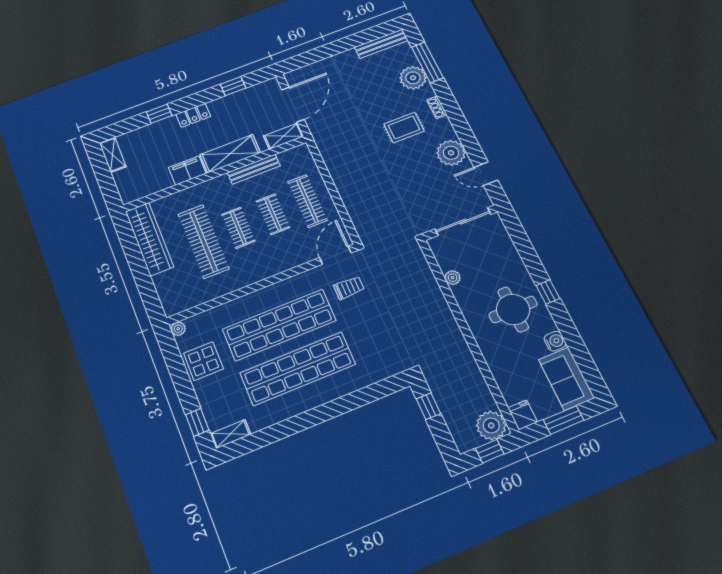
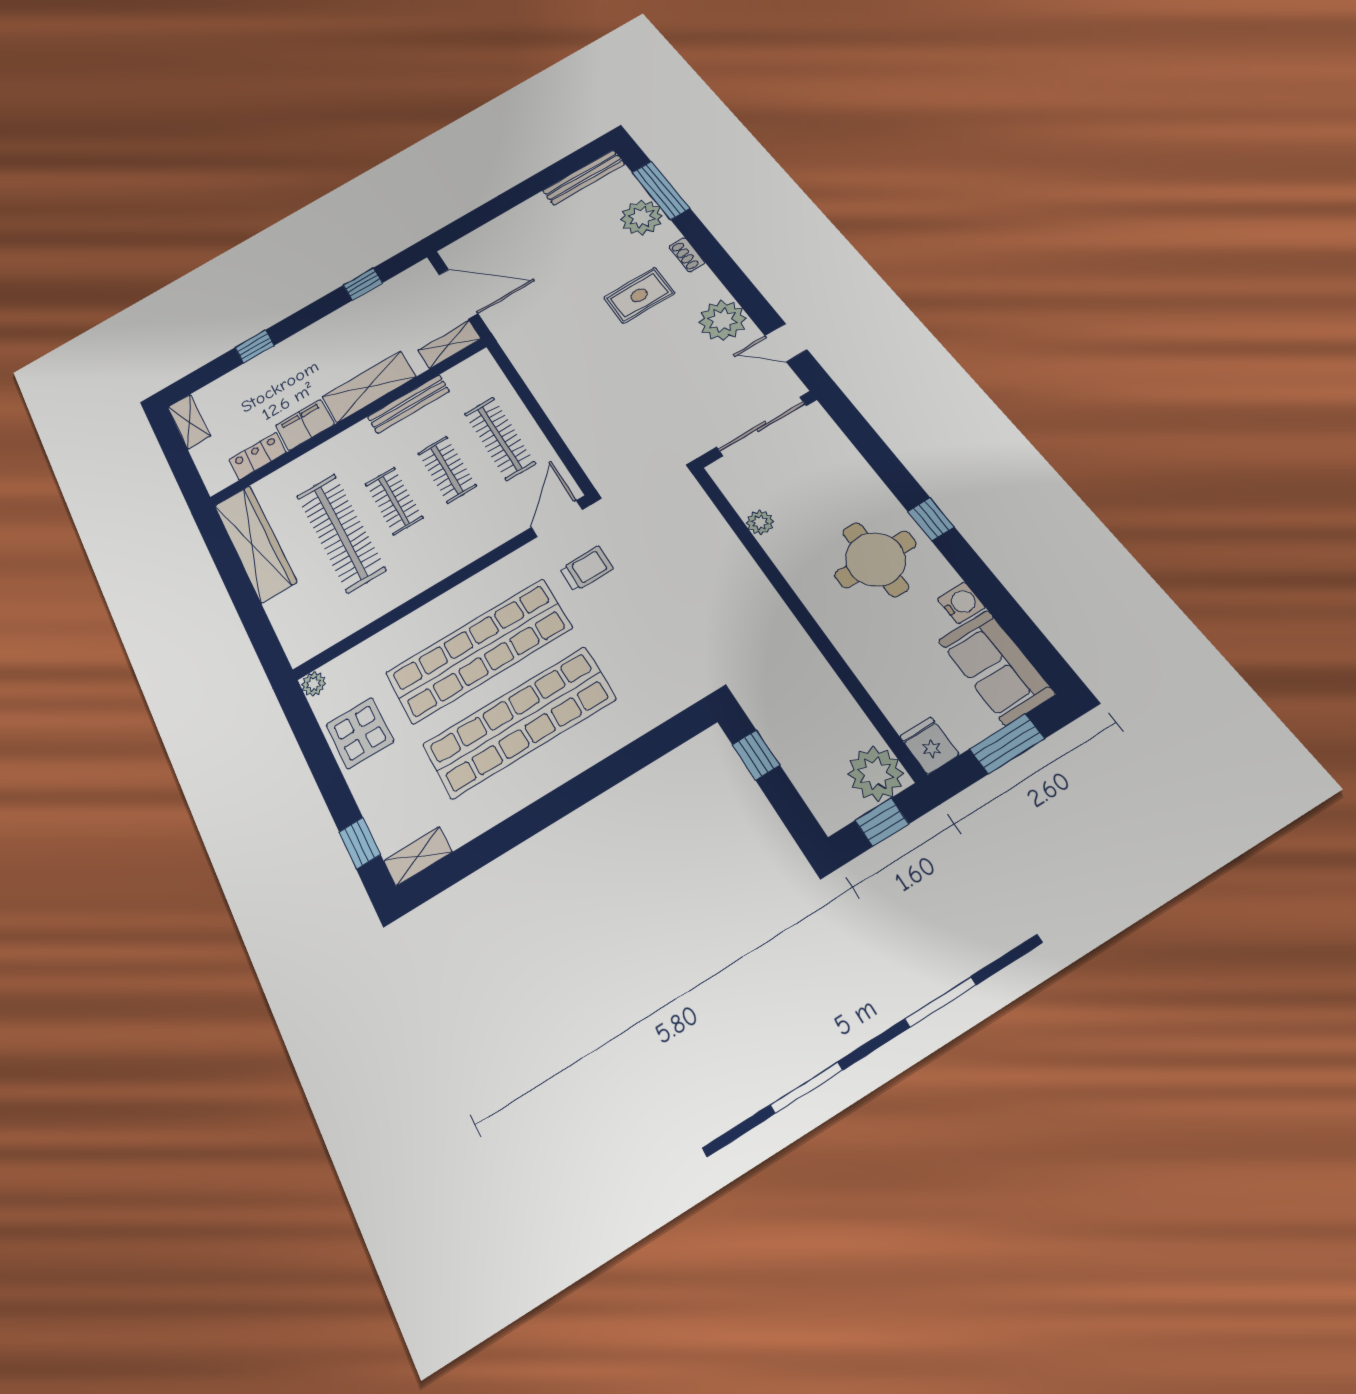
door: (293, 105) -> (458, 294), hinge flipped
locker: (193, 115) -> (258, 456), moved, turned 180

